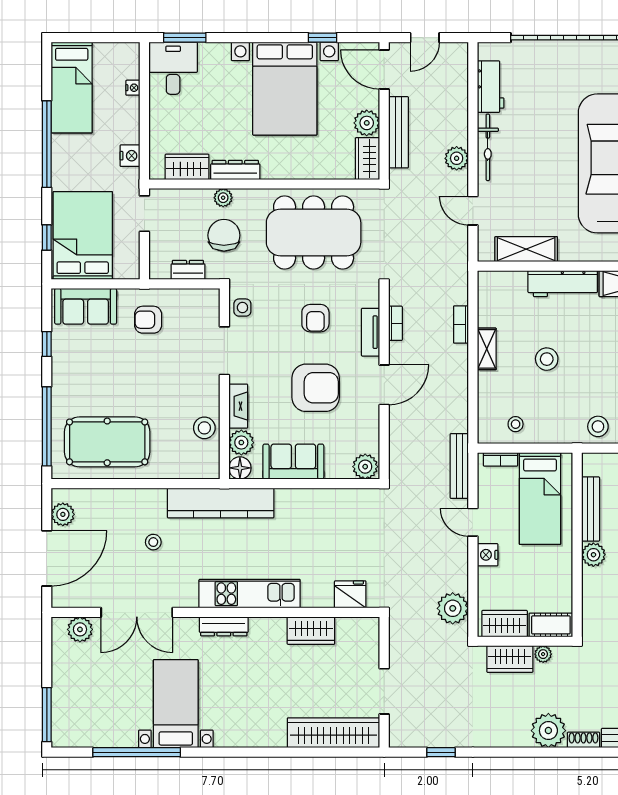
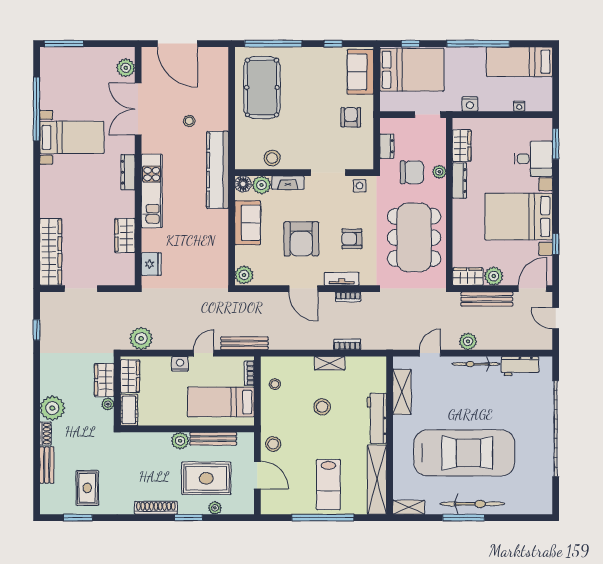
desk: (173, 68) -> (533, 159), moved
plant: (63, 514) -> (209, 55), removed

